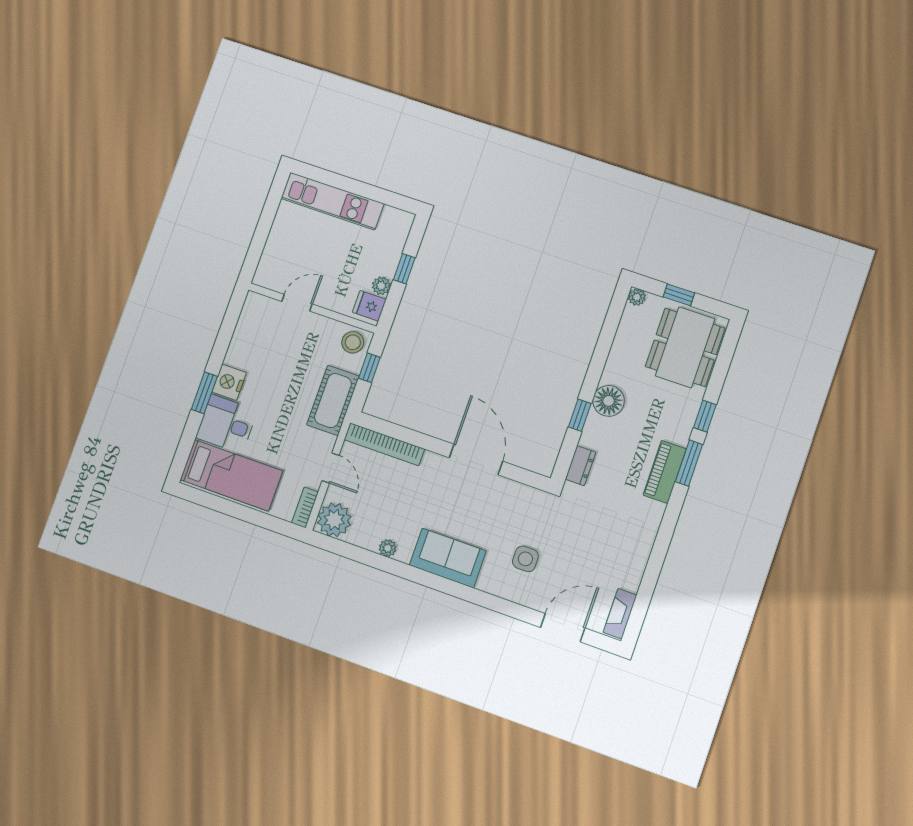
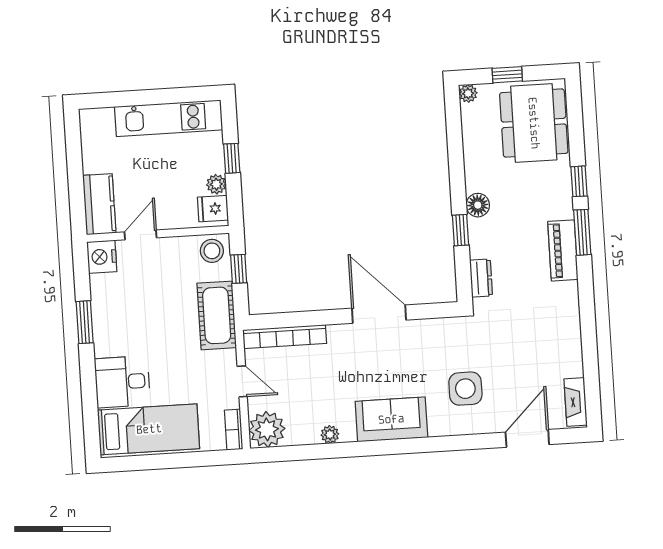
kitchen unit: (332, 201) -> (169, 118), moved
kitchen counter: (273, 261) -> (99, 204), added
nightstand: (229, 382) -> (102, 257), moved
window: (204, 393) -> (85, 322), moved
floor lamp: (609, 401) -> (478, 205), width x0.73, depth x0.73
side table: (525, 559) -> (465, 389), width x1.37, depth x1.37

